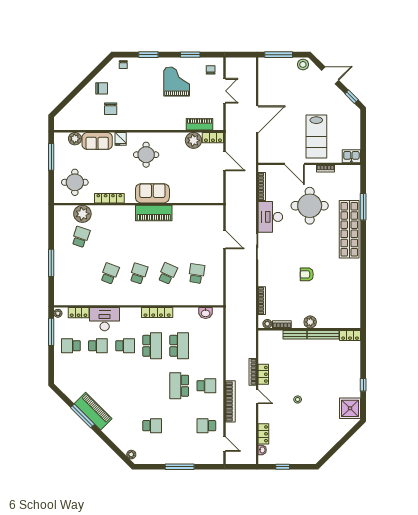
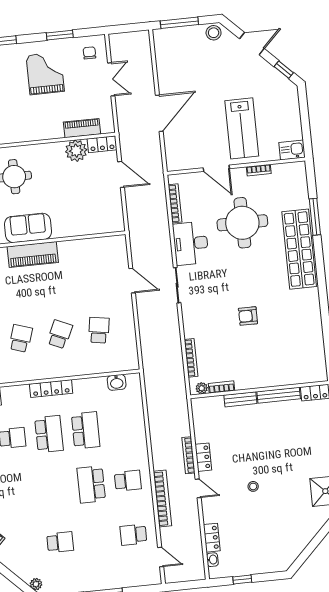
plant: (310, 322) -> (259, 380), removed

